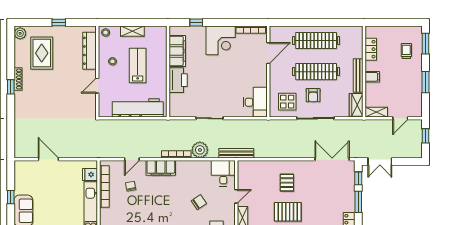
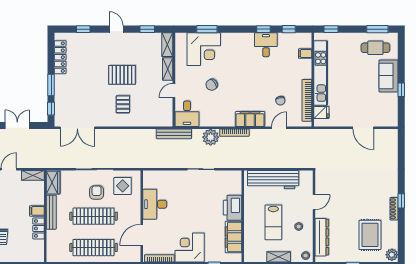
locker: (371, 49) -> (39, 228), moved
desk: (255, 102) -> (155, 204), moved
double door: (380, 162) -> (17, 126), moved

